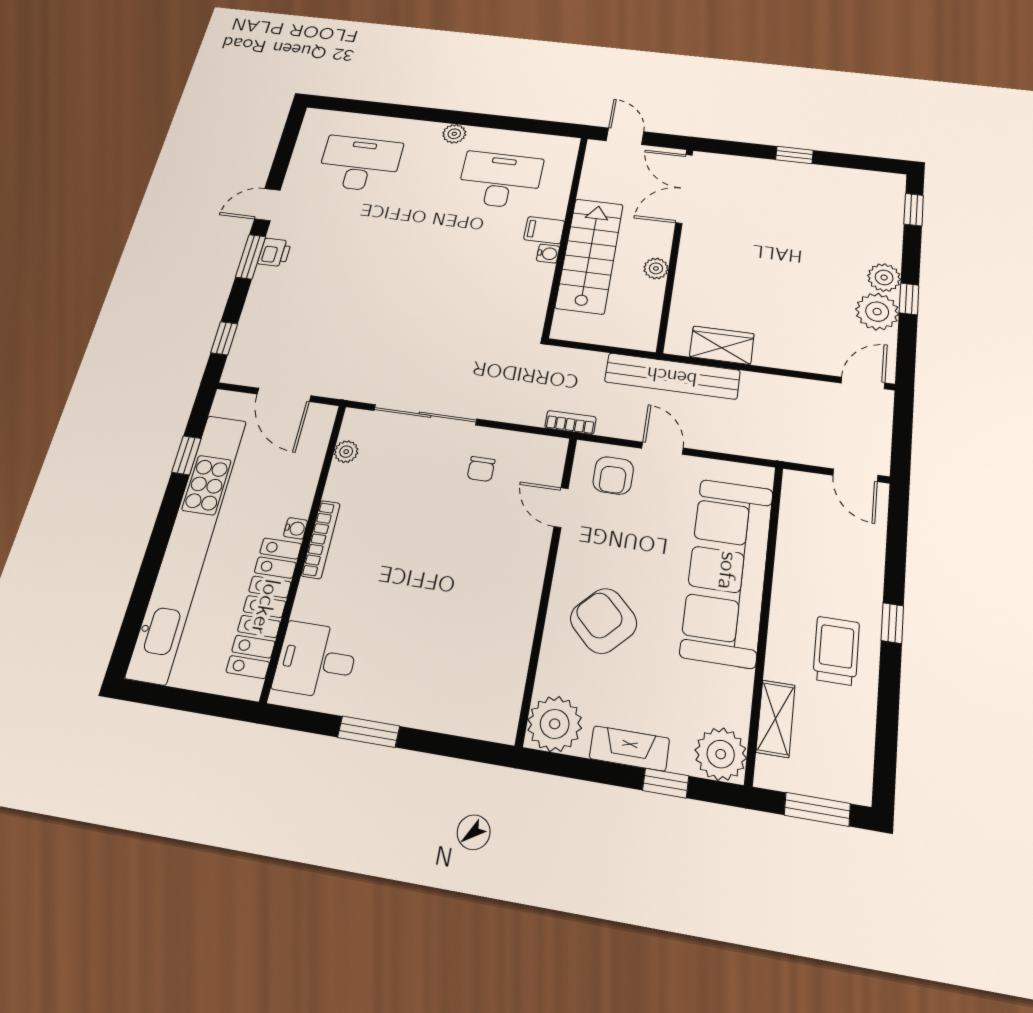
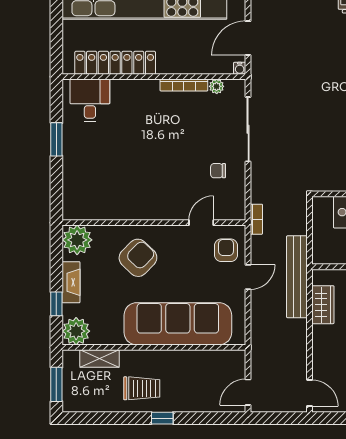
armchair: (613, 475) -> (226, 250), turned 90
water cooler: (296, 528) -> (240, 68), moved
bookcase: (321, 539) -> (184, 85), moved

